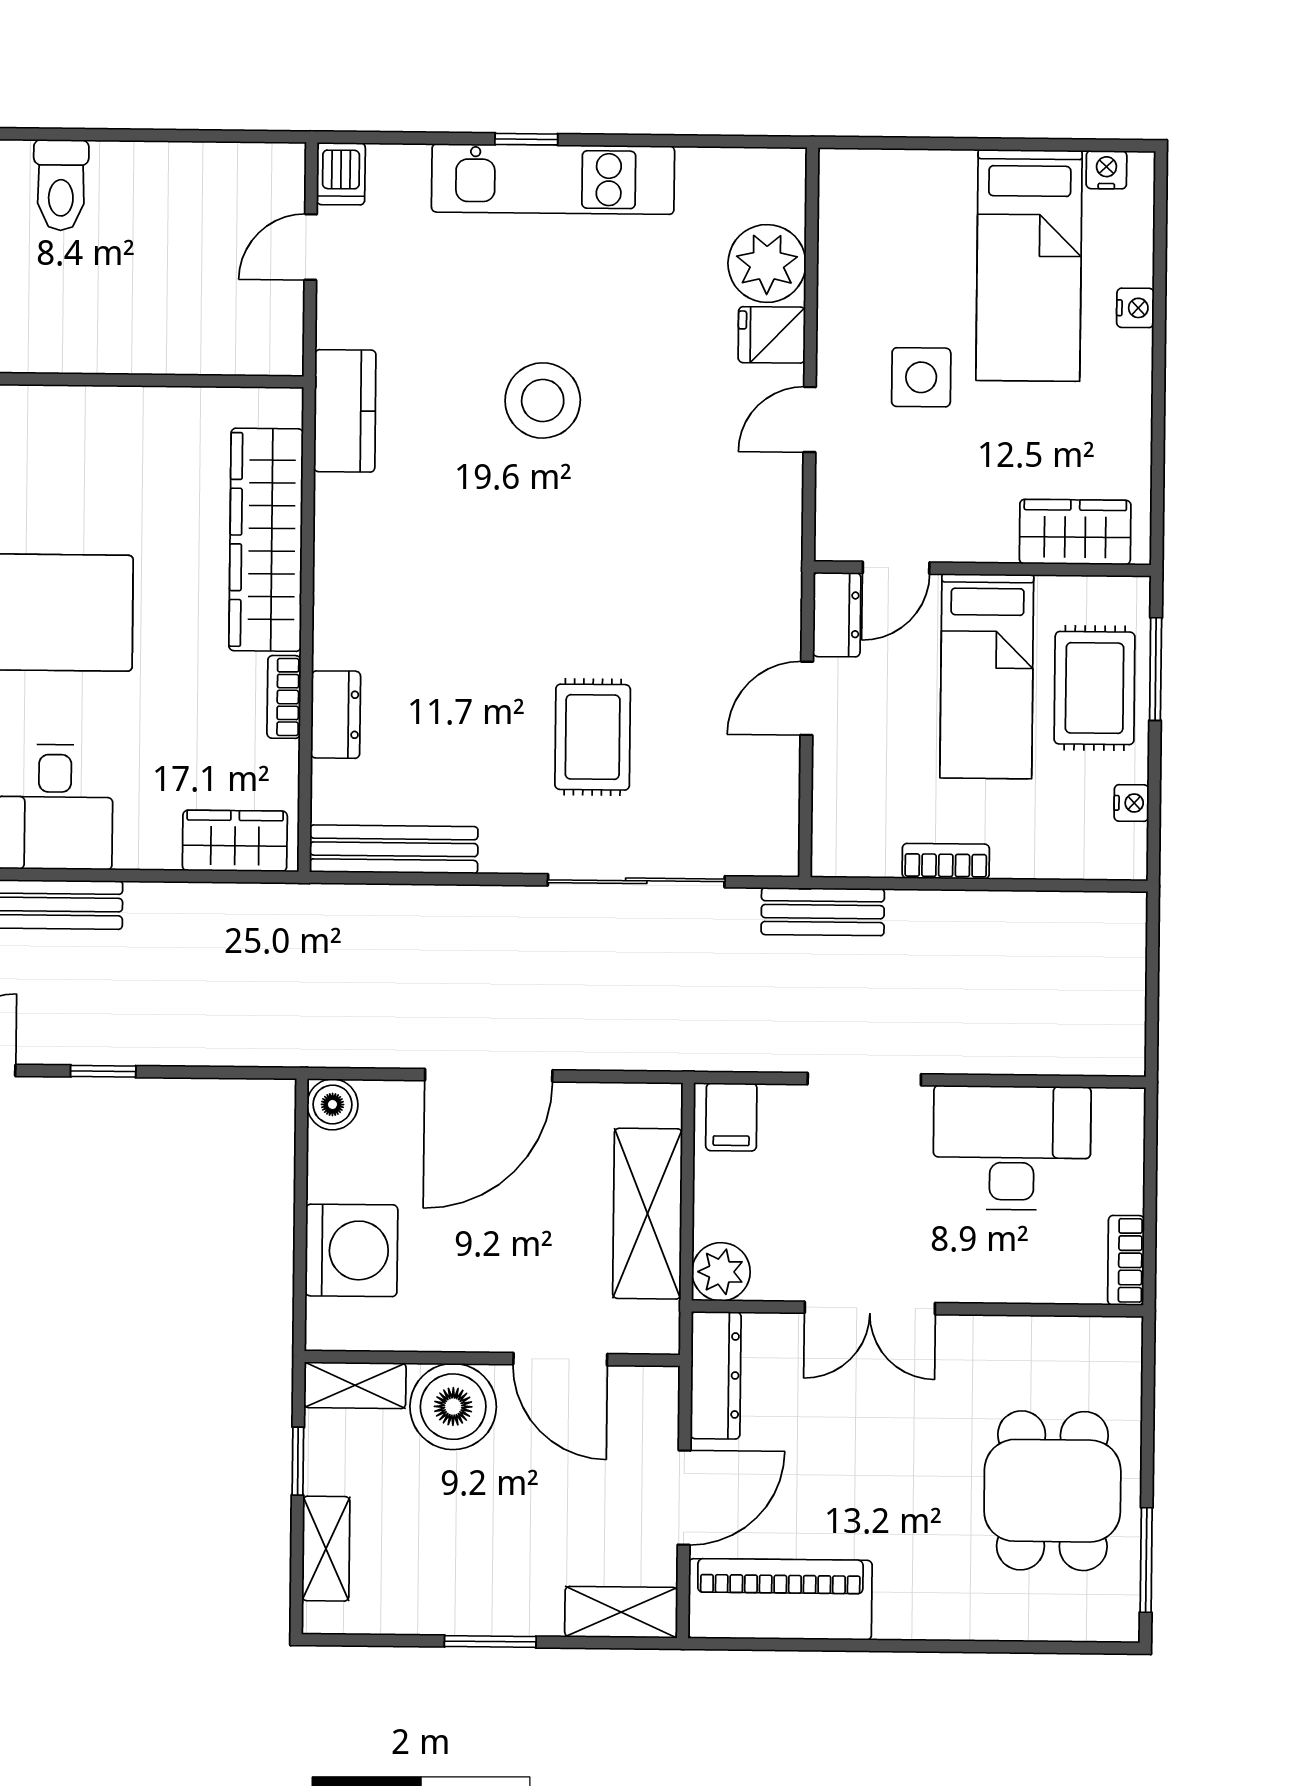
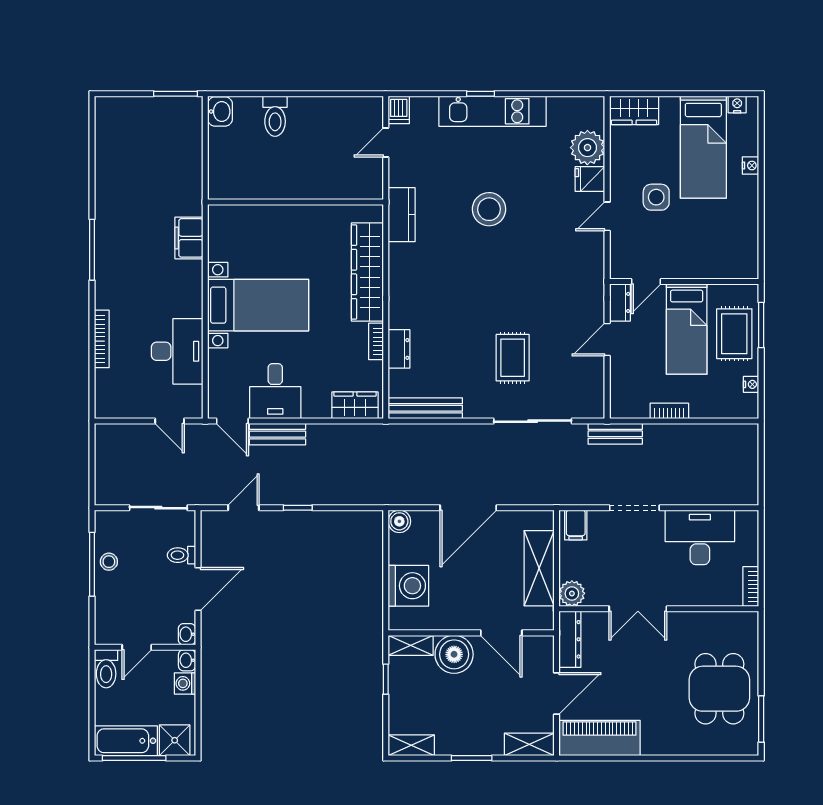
wardrobe: (1075, 532) -> (634, 110), moved, turned 180
shelving: (326, 1549) -> (411, 745), moved, turned 90

